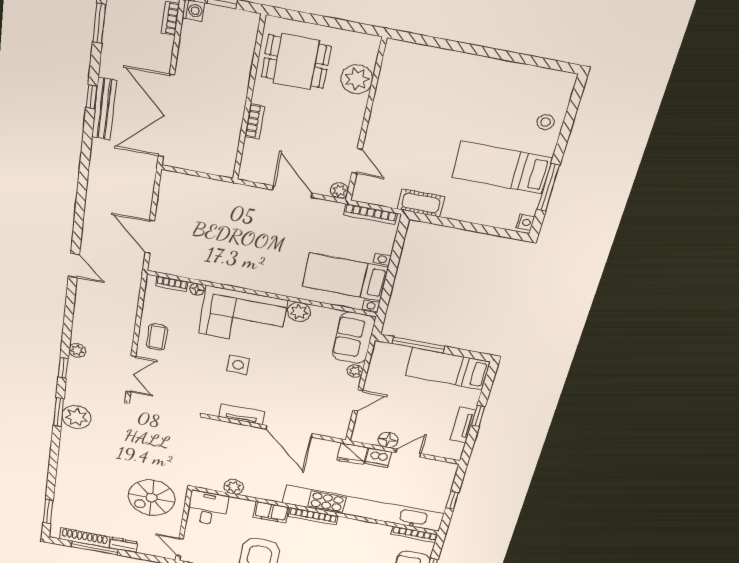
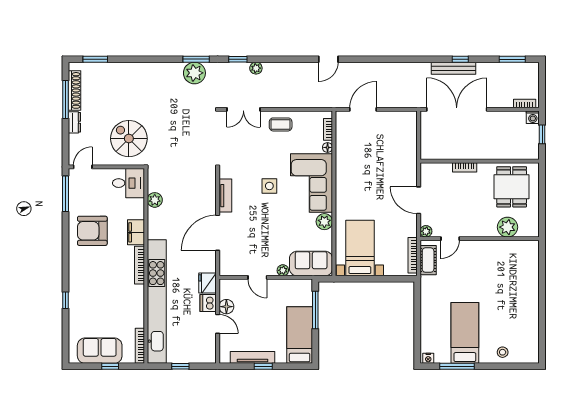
door: (292, 191) -> (419, 200), swing flipped
cot: (421, 203) -> (428, 260), moved
tv unit: (463, 425) -> (253, 357), width x1.41

